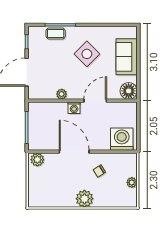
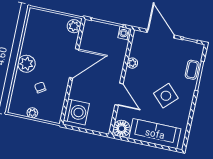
sofa: (127, 57) -> (155, 134), width x1.36
washing machine: (74, 108) -> (125, 33), moved
chair: (99, 171) -> (40, 87), moved

